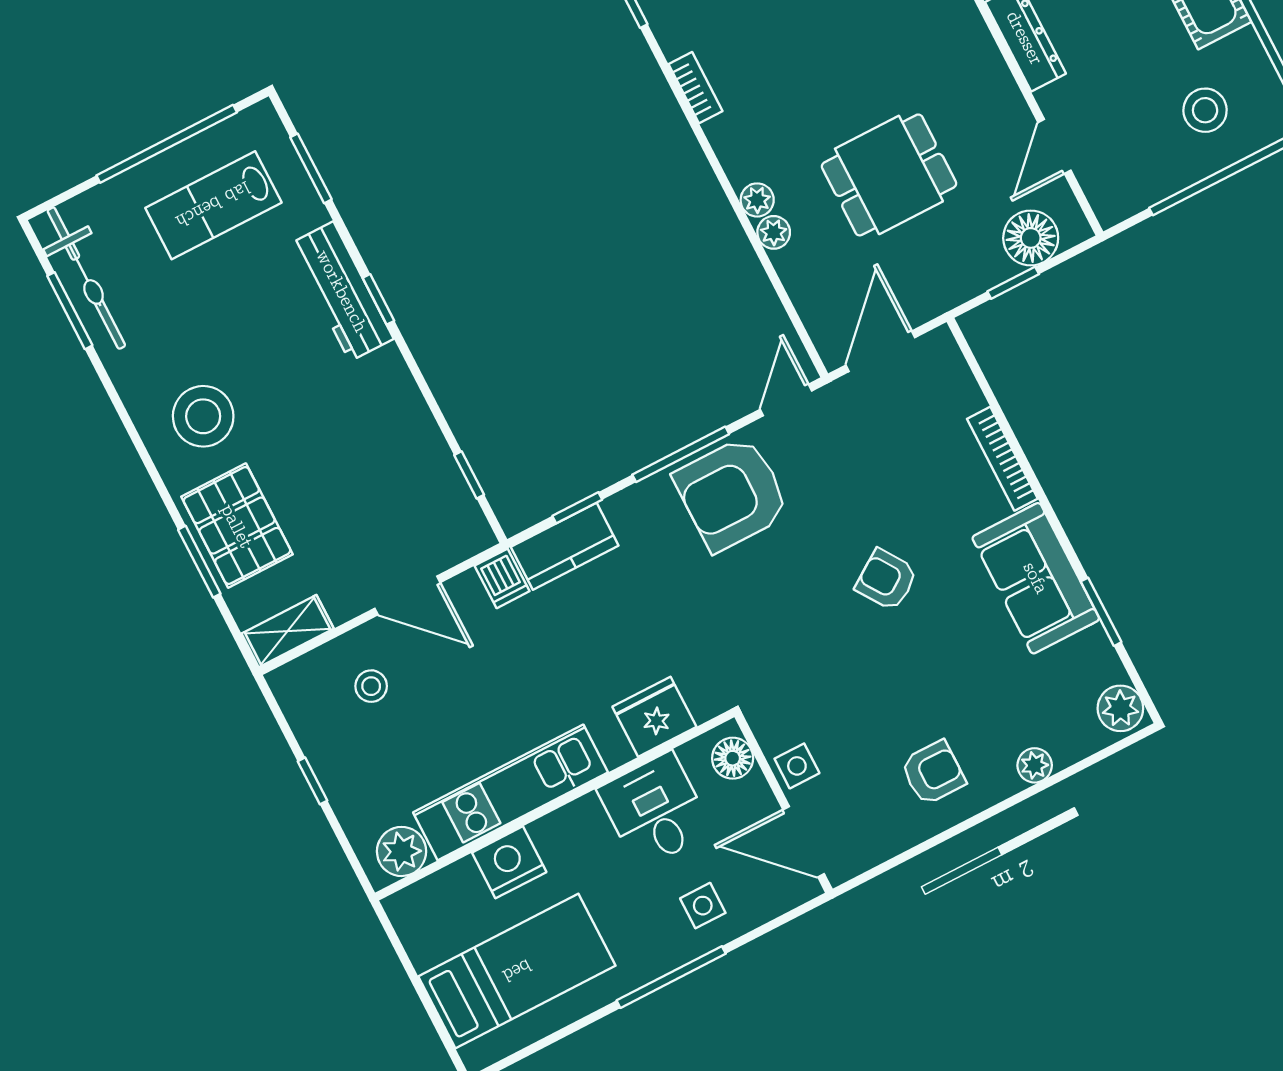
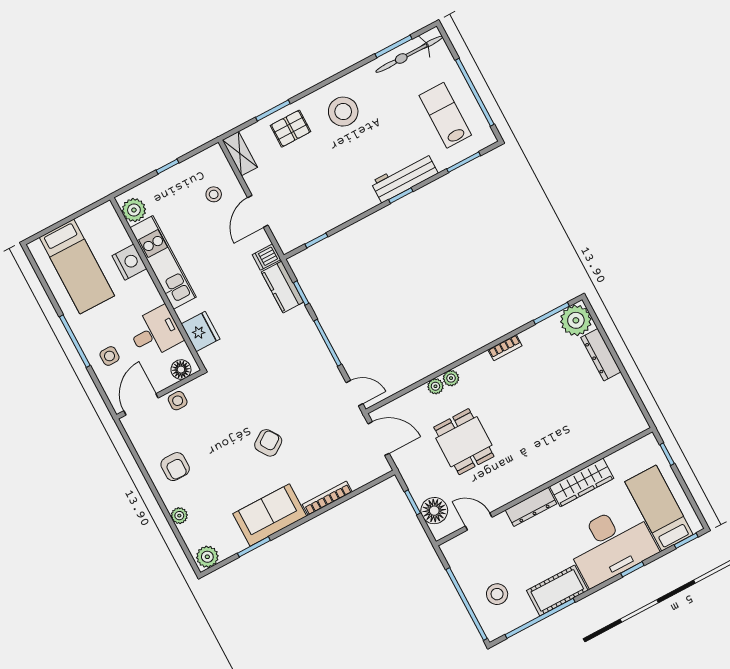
armchair: (732, 494) -> (309, 368), removed
pallet: (237, 526) -> (291, 129), width x0.67, depth x0.71

